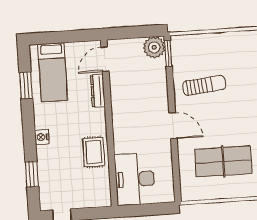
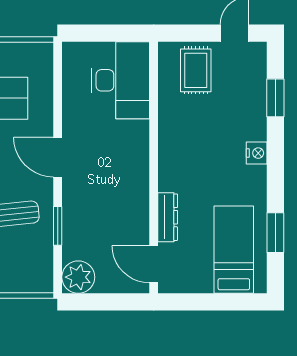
window: (168, 53) -> (58, 226), moved
door: (105, 59) -> (154, 264), swing flipped
rug: (94, 152) -> (196, 70), moved

